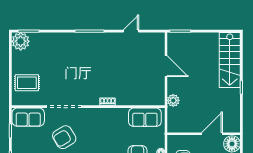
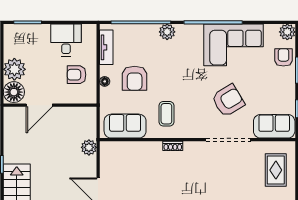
rug: (27, 83) -> (276, 170), turned 90
coffee table: (113, 127) -> (166, 114), added

